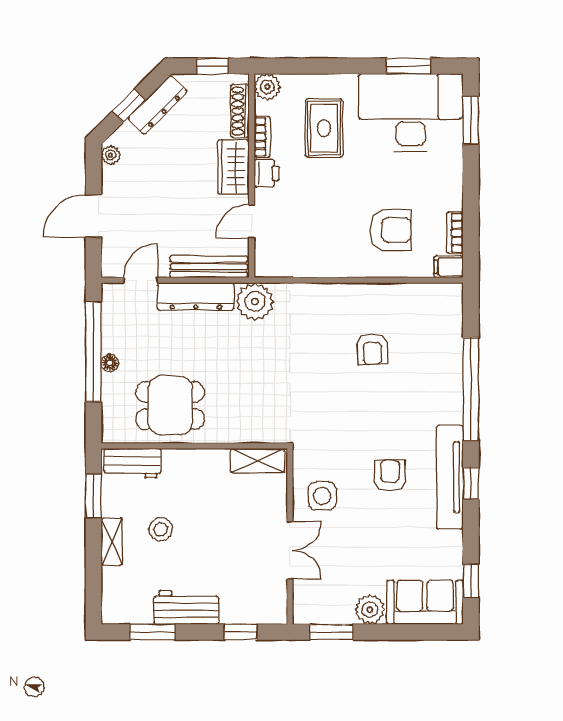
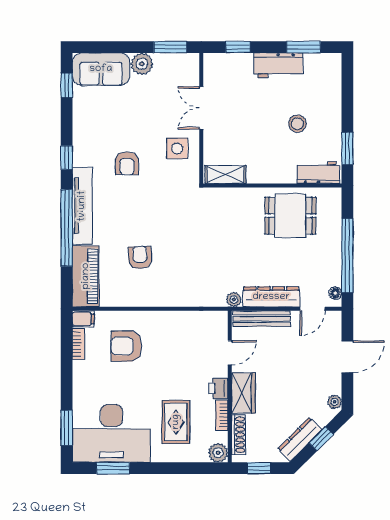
plant: (255, 302) -> (234, 300), width x0.53, depth x0.53
piano: (445, 324) -> (86, 276), added
floor lamp: (110, 363) -> (335, 293), moved
tv unit: (450, 477) -> (82, 206), moved
shelving: (112, 542) -> (334, 114), removed

